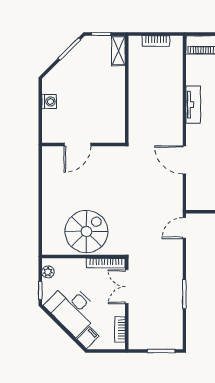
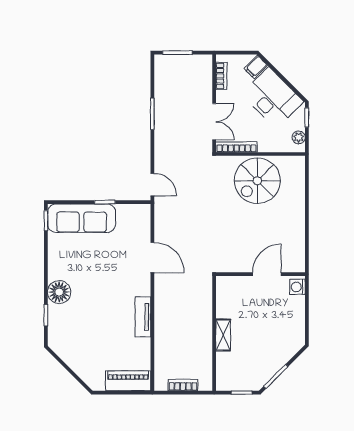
shelving: (118, 51) -> (223, 335), moved
washing machine: (49, 101) -> (297, 287), moved
door: (184, 228) -> (152, 185), hinge flipped

